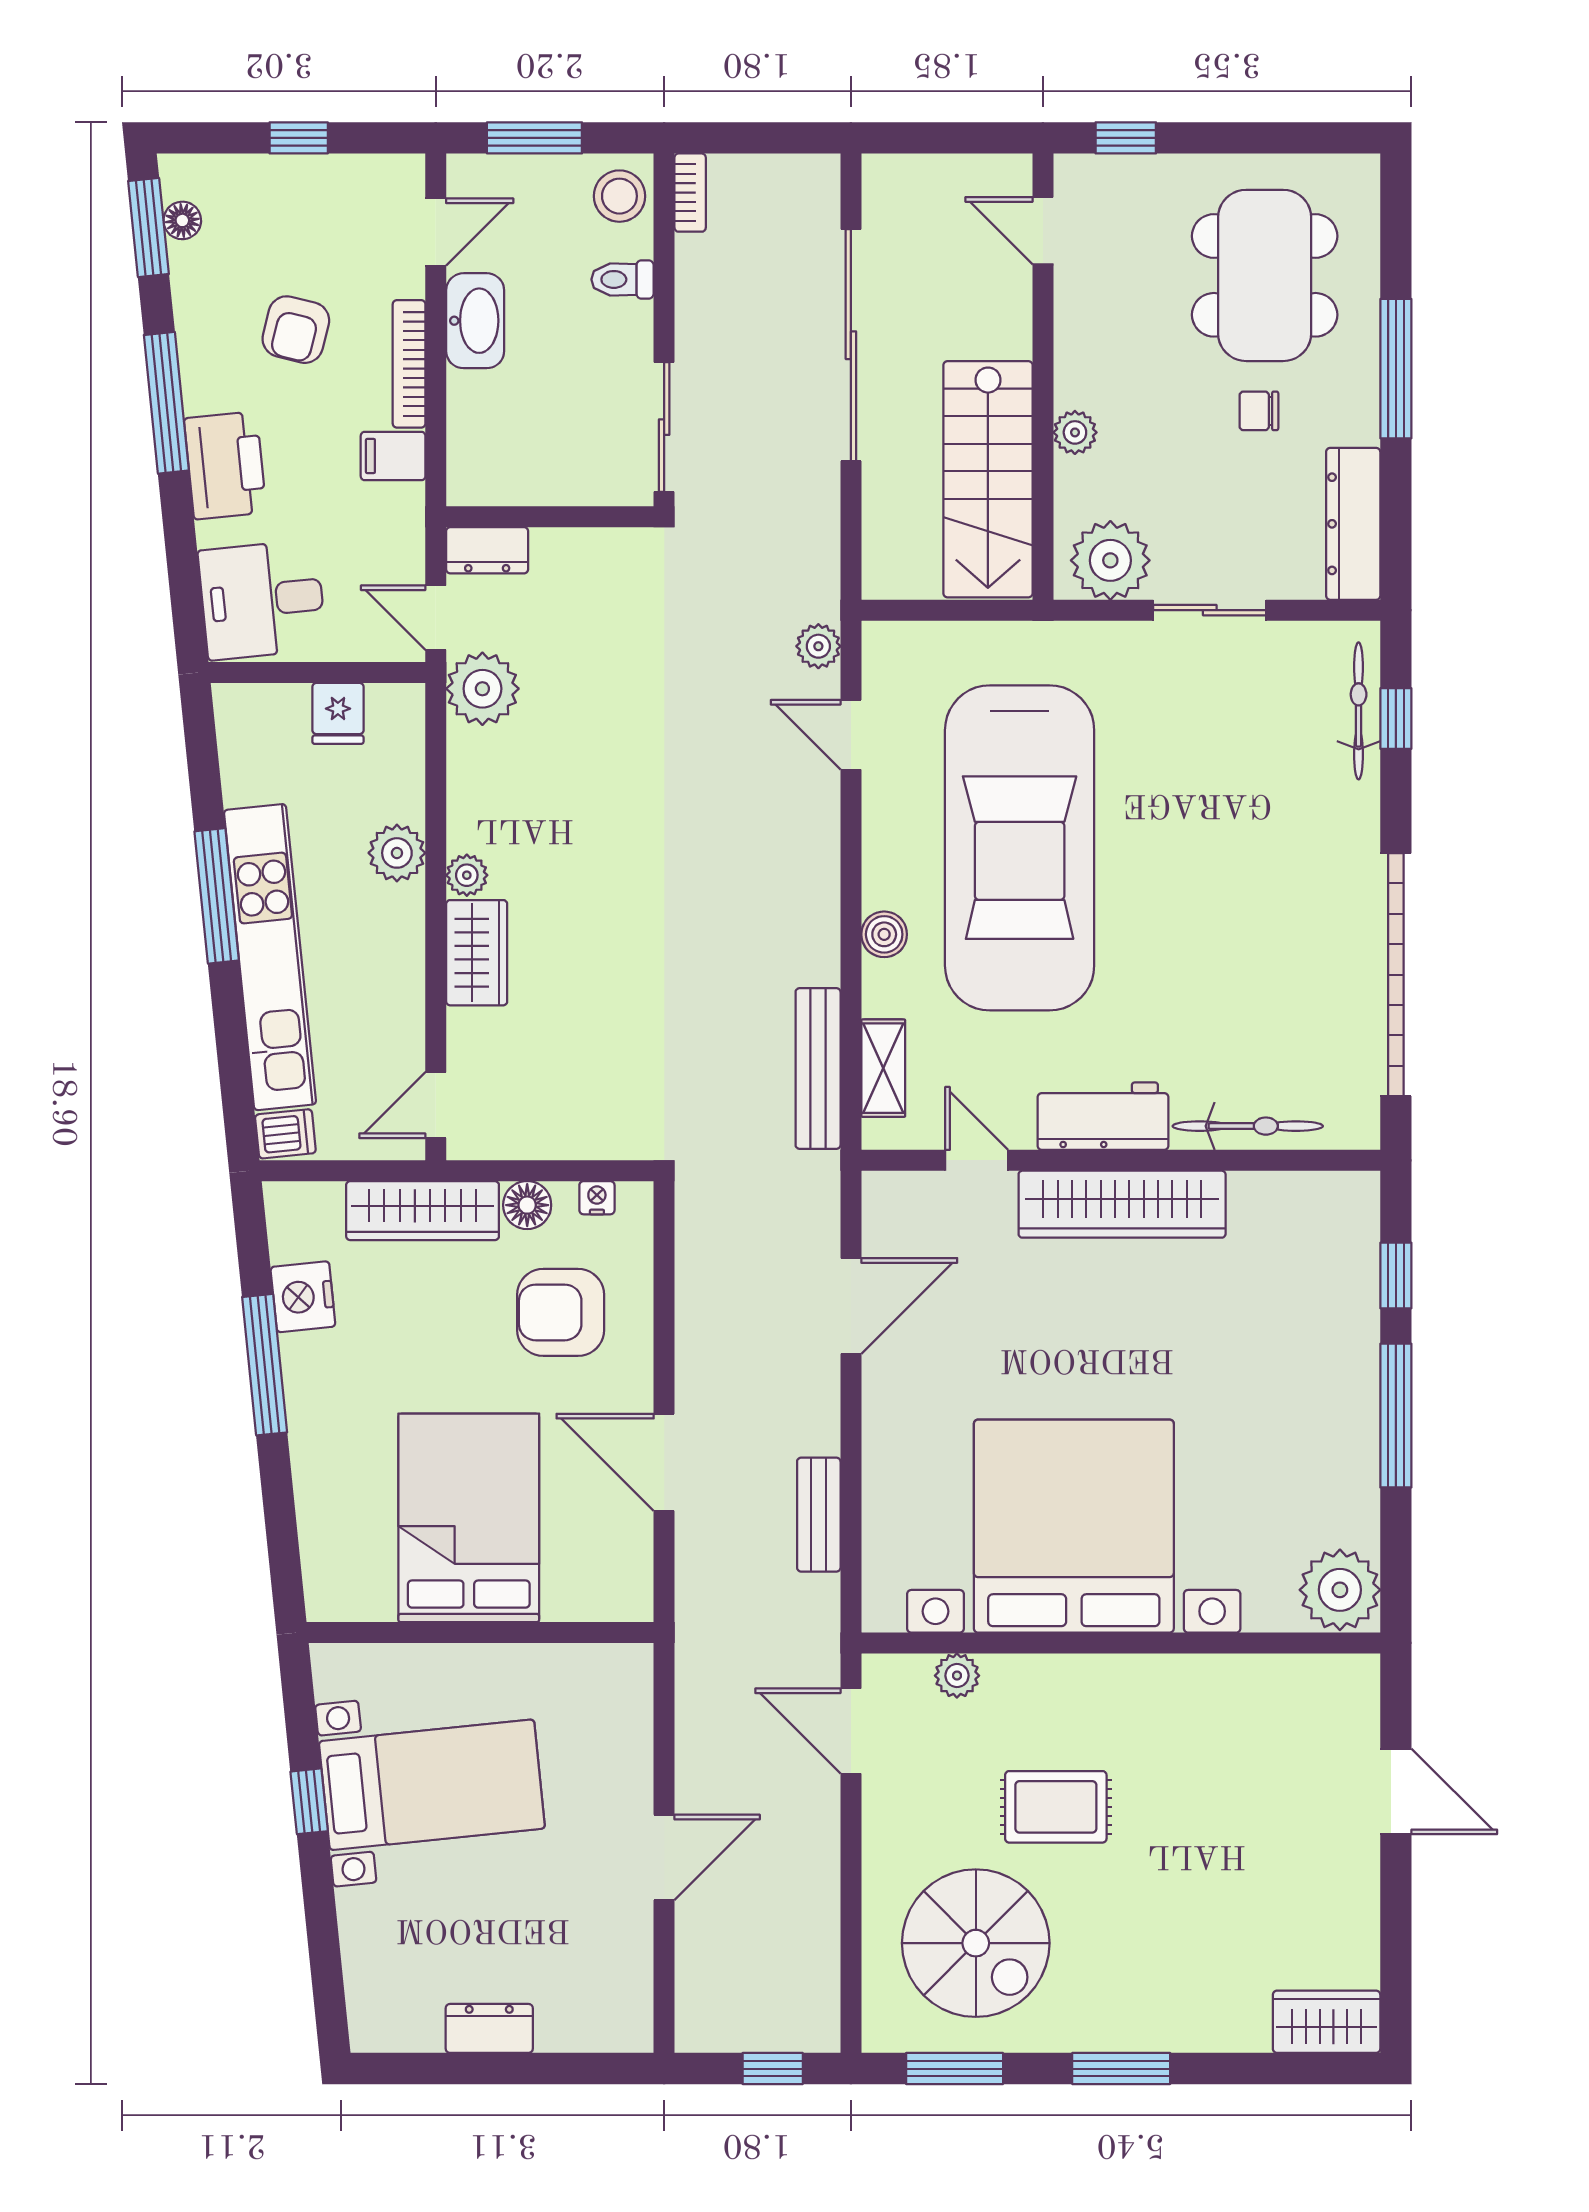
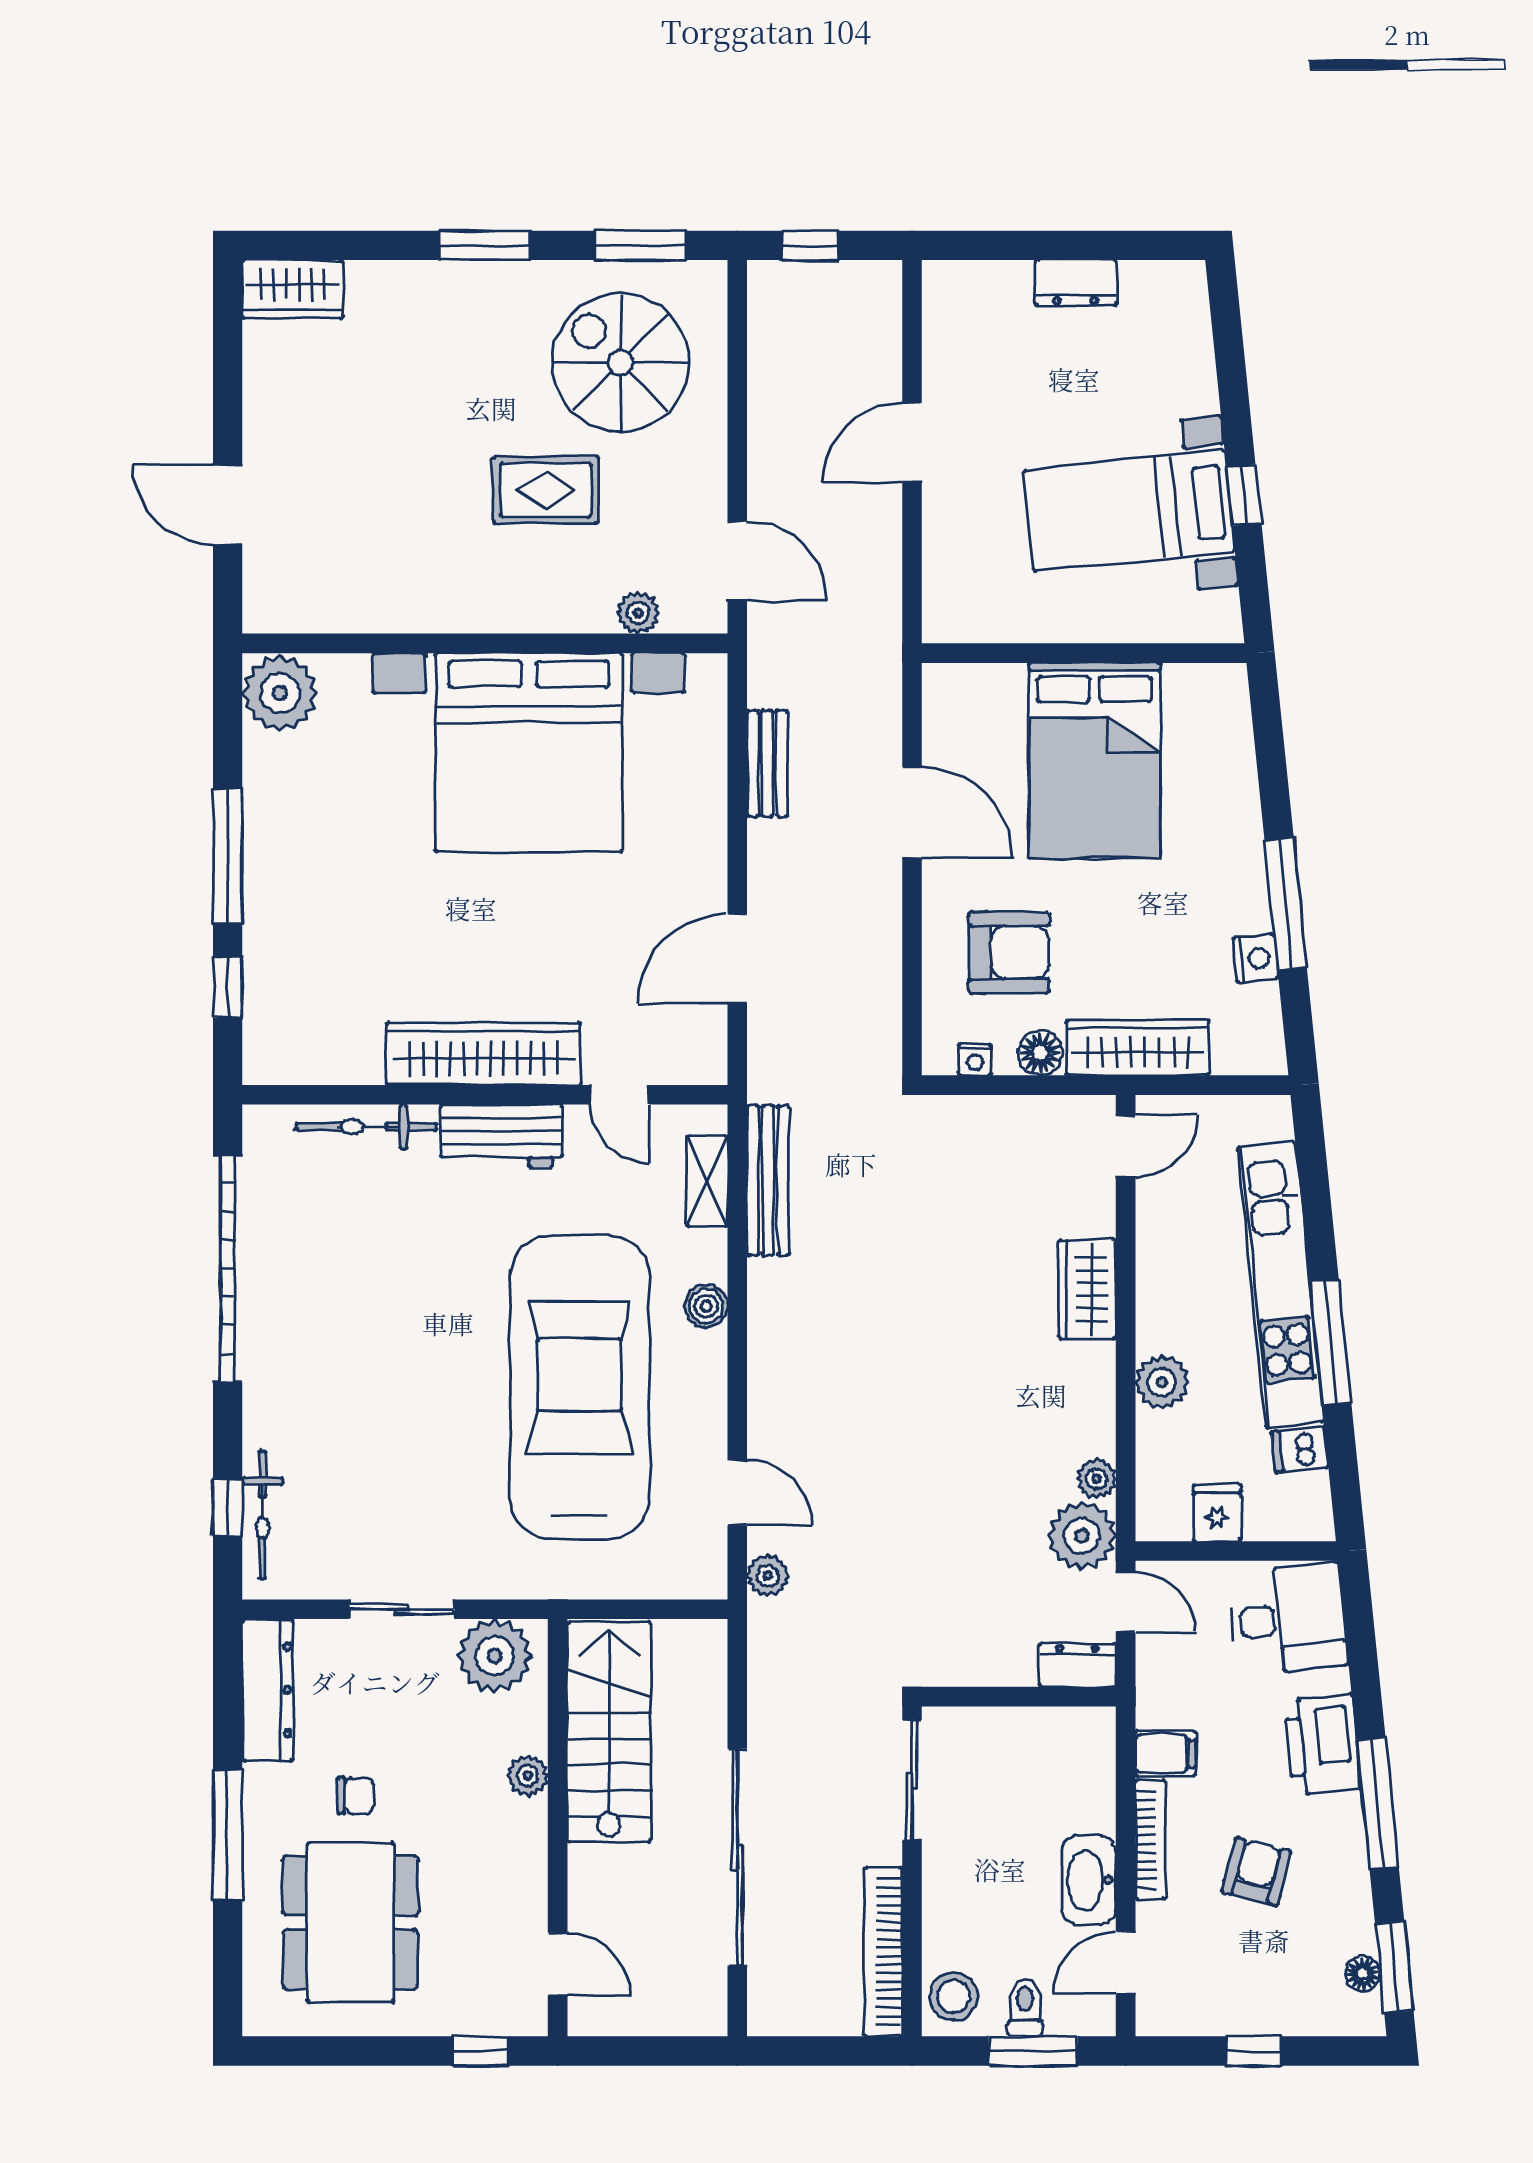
bookcase: (690, 193) -> (883, 1952), width x2.31, depth x1.31
toilet: (623, 279) -> (1025, 2007), moved, turned -90
plant: (467, 875) -> (1097, 1479), moved
dishwasher: (285, 1134) -> (1300, 1450), moved
nightstand: (303, 1297) -> (1256, 958), width x0.74, depth x0.75

